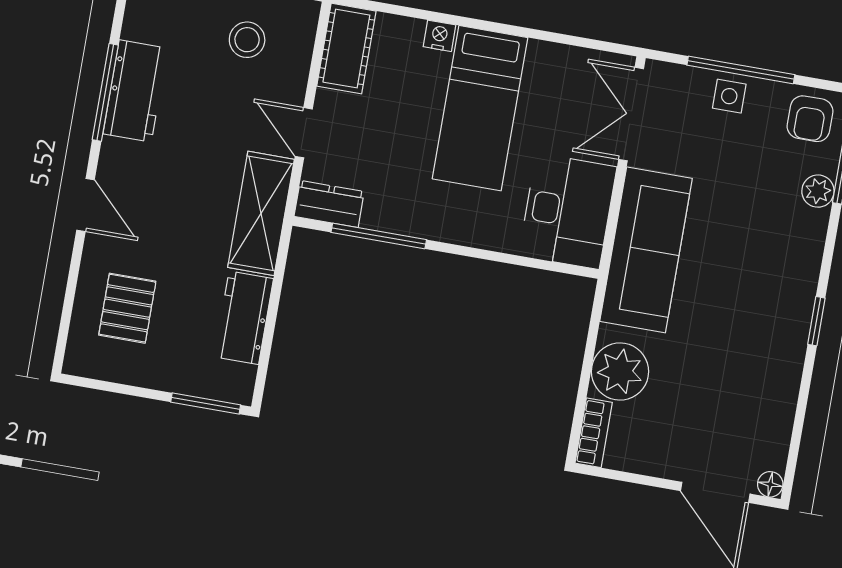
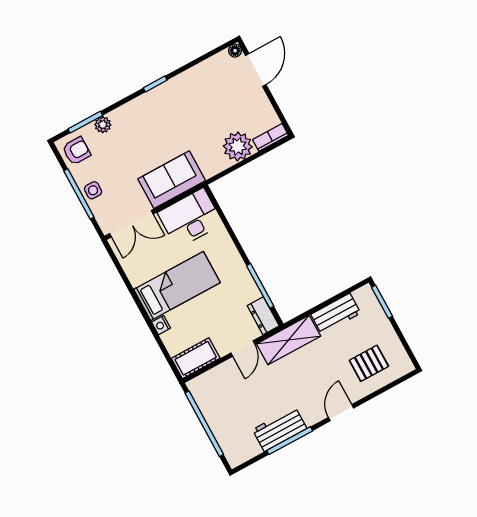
stool: (247, 40) -> (224, 401), removed
sofa: (646, 250) -> (172, 180), width x0.73

